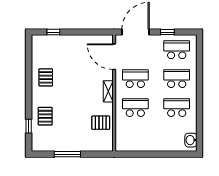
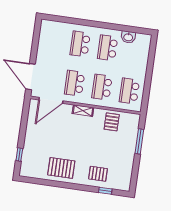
window: (167, 32) -> (35, 46), removed
school desk: (177, 50) -> (129, 91), moved
pallet: (46, 77) -> (61, 168), width x1.50, depth x1.42
washbasin: (191, 140) -> (128, 37), moved
window: (67, 154) -> (139, 141), moved

